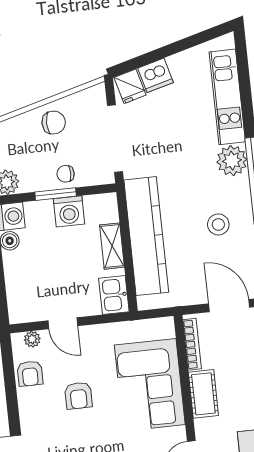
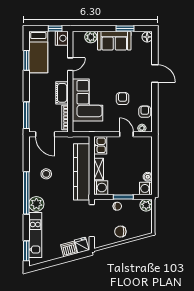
window: (242, 62) -> (26, 251), added
washing machine: (69, 211) -> (101, 188), moved, turned 90

